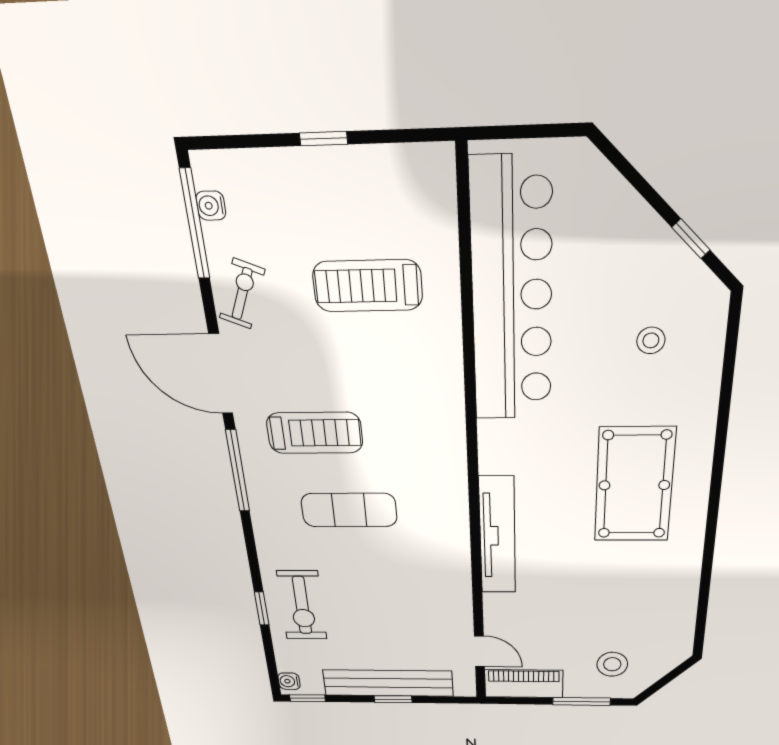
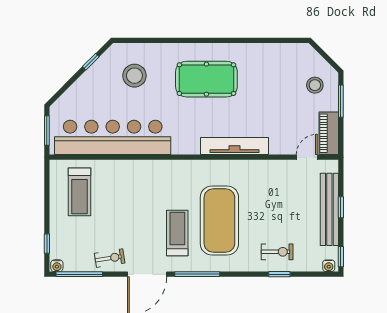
window: (527, 131) -> (47, 131), added
window: (324, 139) -> (47, 244), moved
water cooler: (211, 206) -> (57, 266), moved
treadmill: (368, 286) -> (80, 192), moved
exercise bike: (242, 294) -> (110, 258), turned 149
stool: (651, 340) -> (134, 76), width x1.89, depth x1.89
exercise mat: (349, 510) -> (219, 220), width x2.00, depth x1.45
exercise bike: (302, 605) -> (277, 252), width x0.73, depth x0.72

